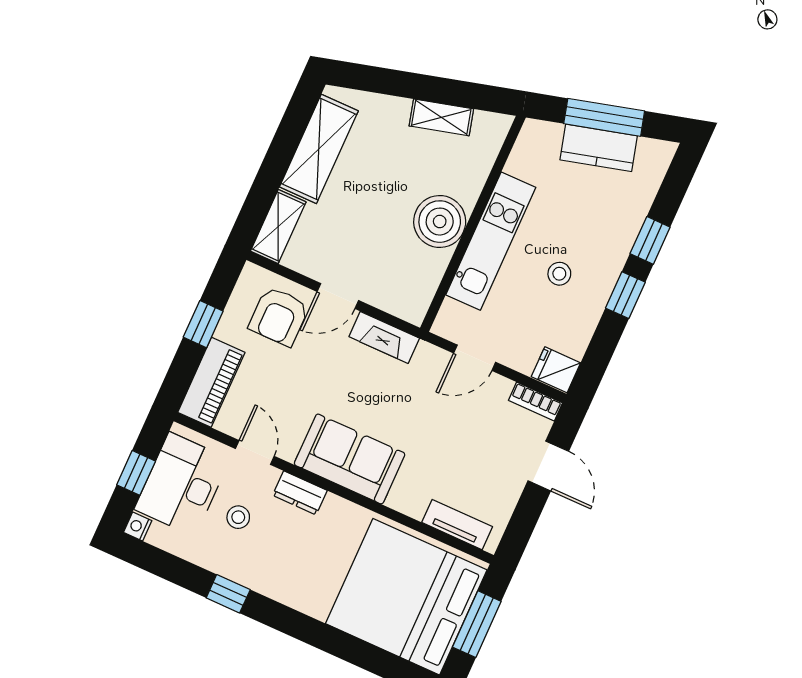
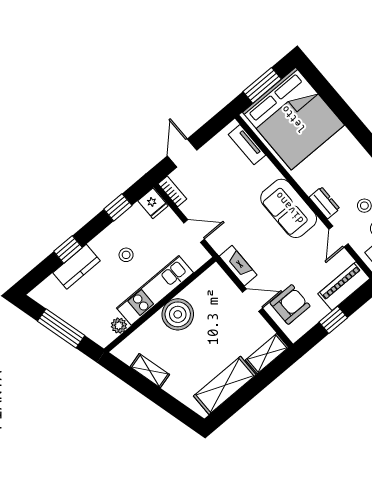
kitchen counter: (599, 148) -> (77, 267), moved, turned 105
plant: (520, 163) -> (119, 326), added
window: (625, 295) -> (118, 207), moved

